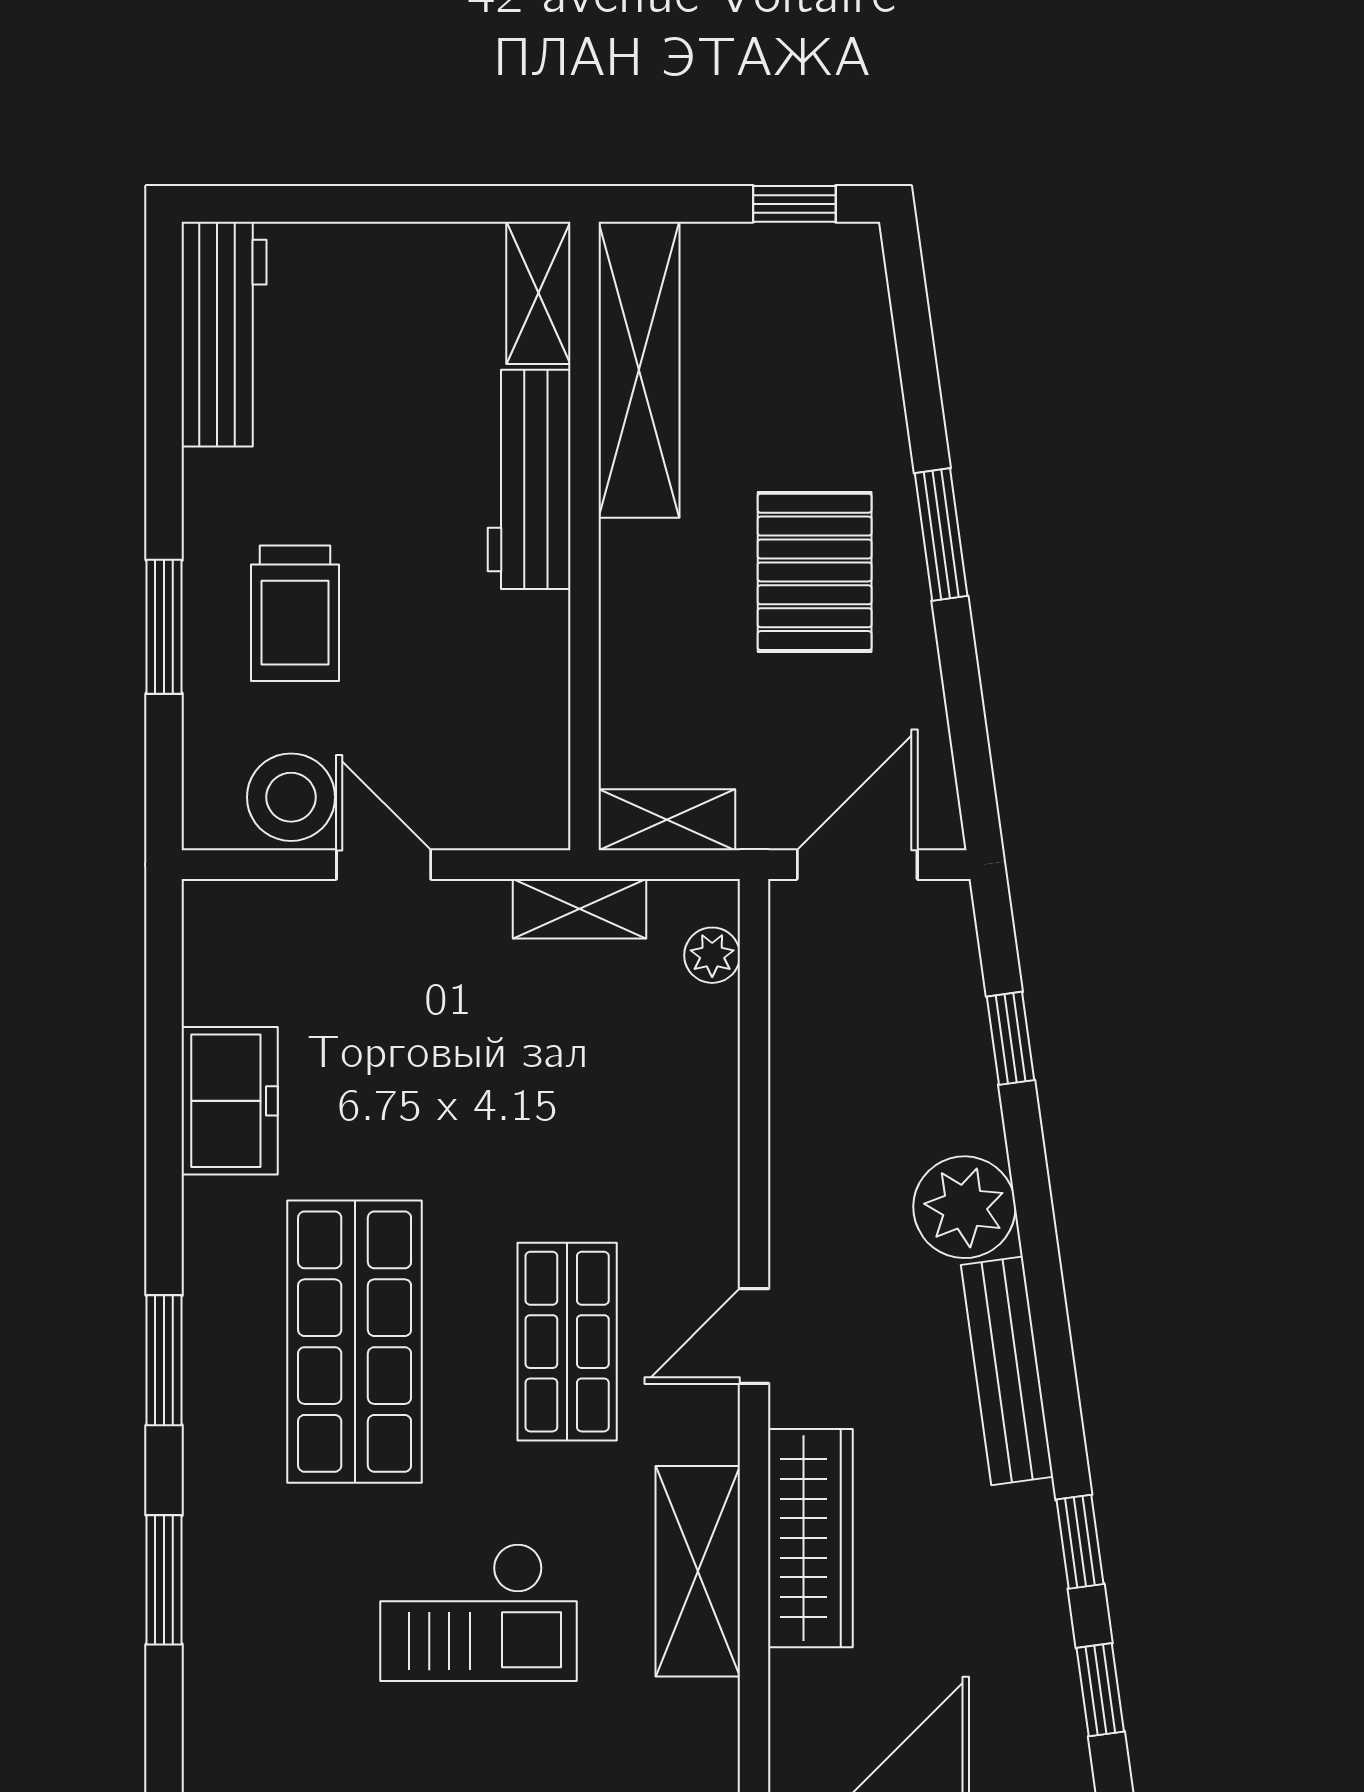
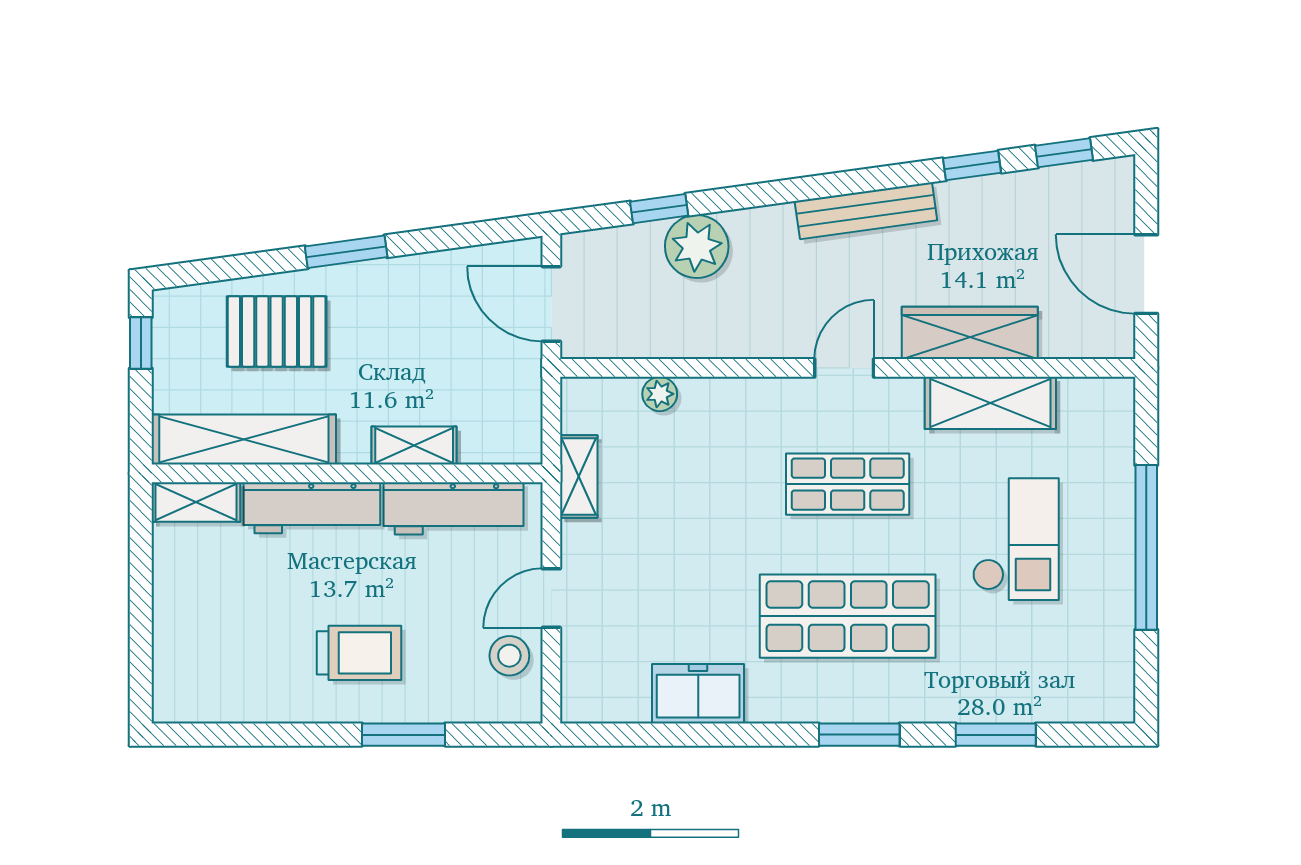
workbench: (224, 334) -> (453, 508), moved, turned 180
pallet: (815, 572) -> (277, 331), moved
trolley: (295, 613) -> (359, 653), moved
stool: (291, 797) -> (509, 656), width x0.73, depth x0.73
shelving: (667, 820) -> (414, 445), moved, turned 90
plant: (712, 955) -> (660, 394), moved
plant: (964, 1207) -> (697, 247), moved
door: (754, 1336) -> (844, 368), swing flipped

